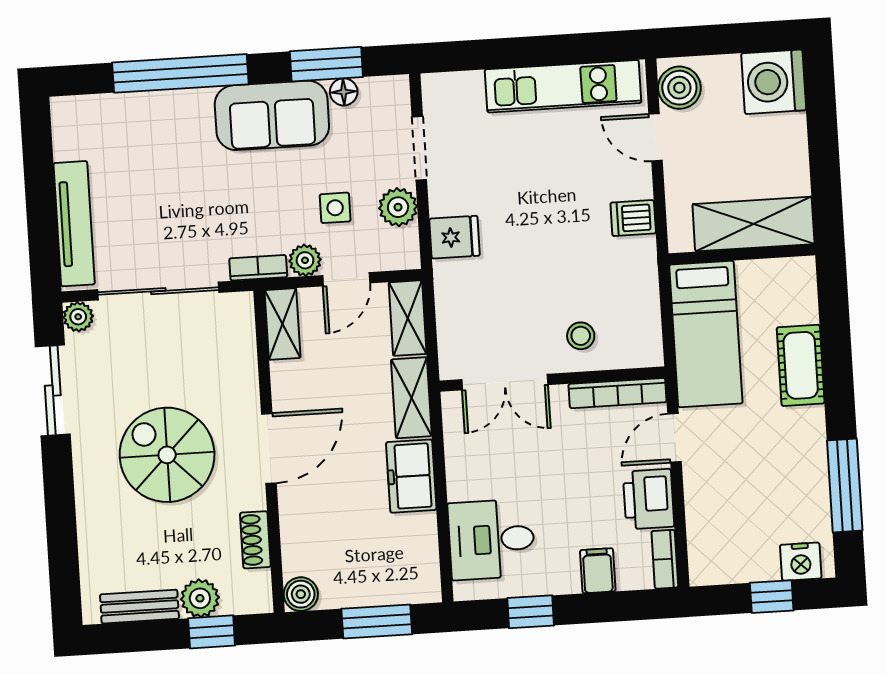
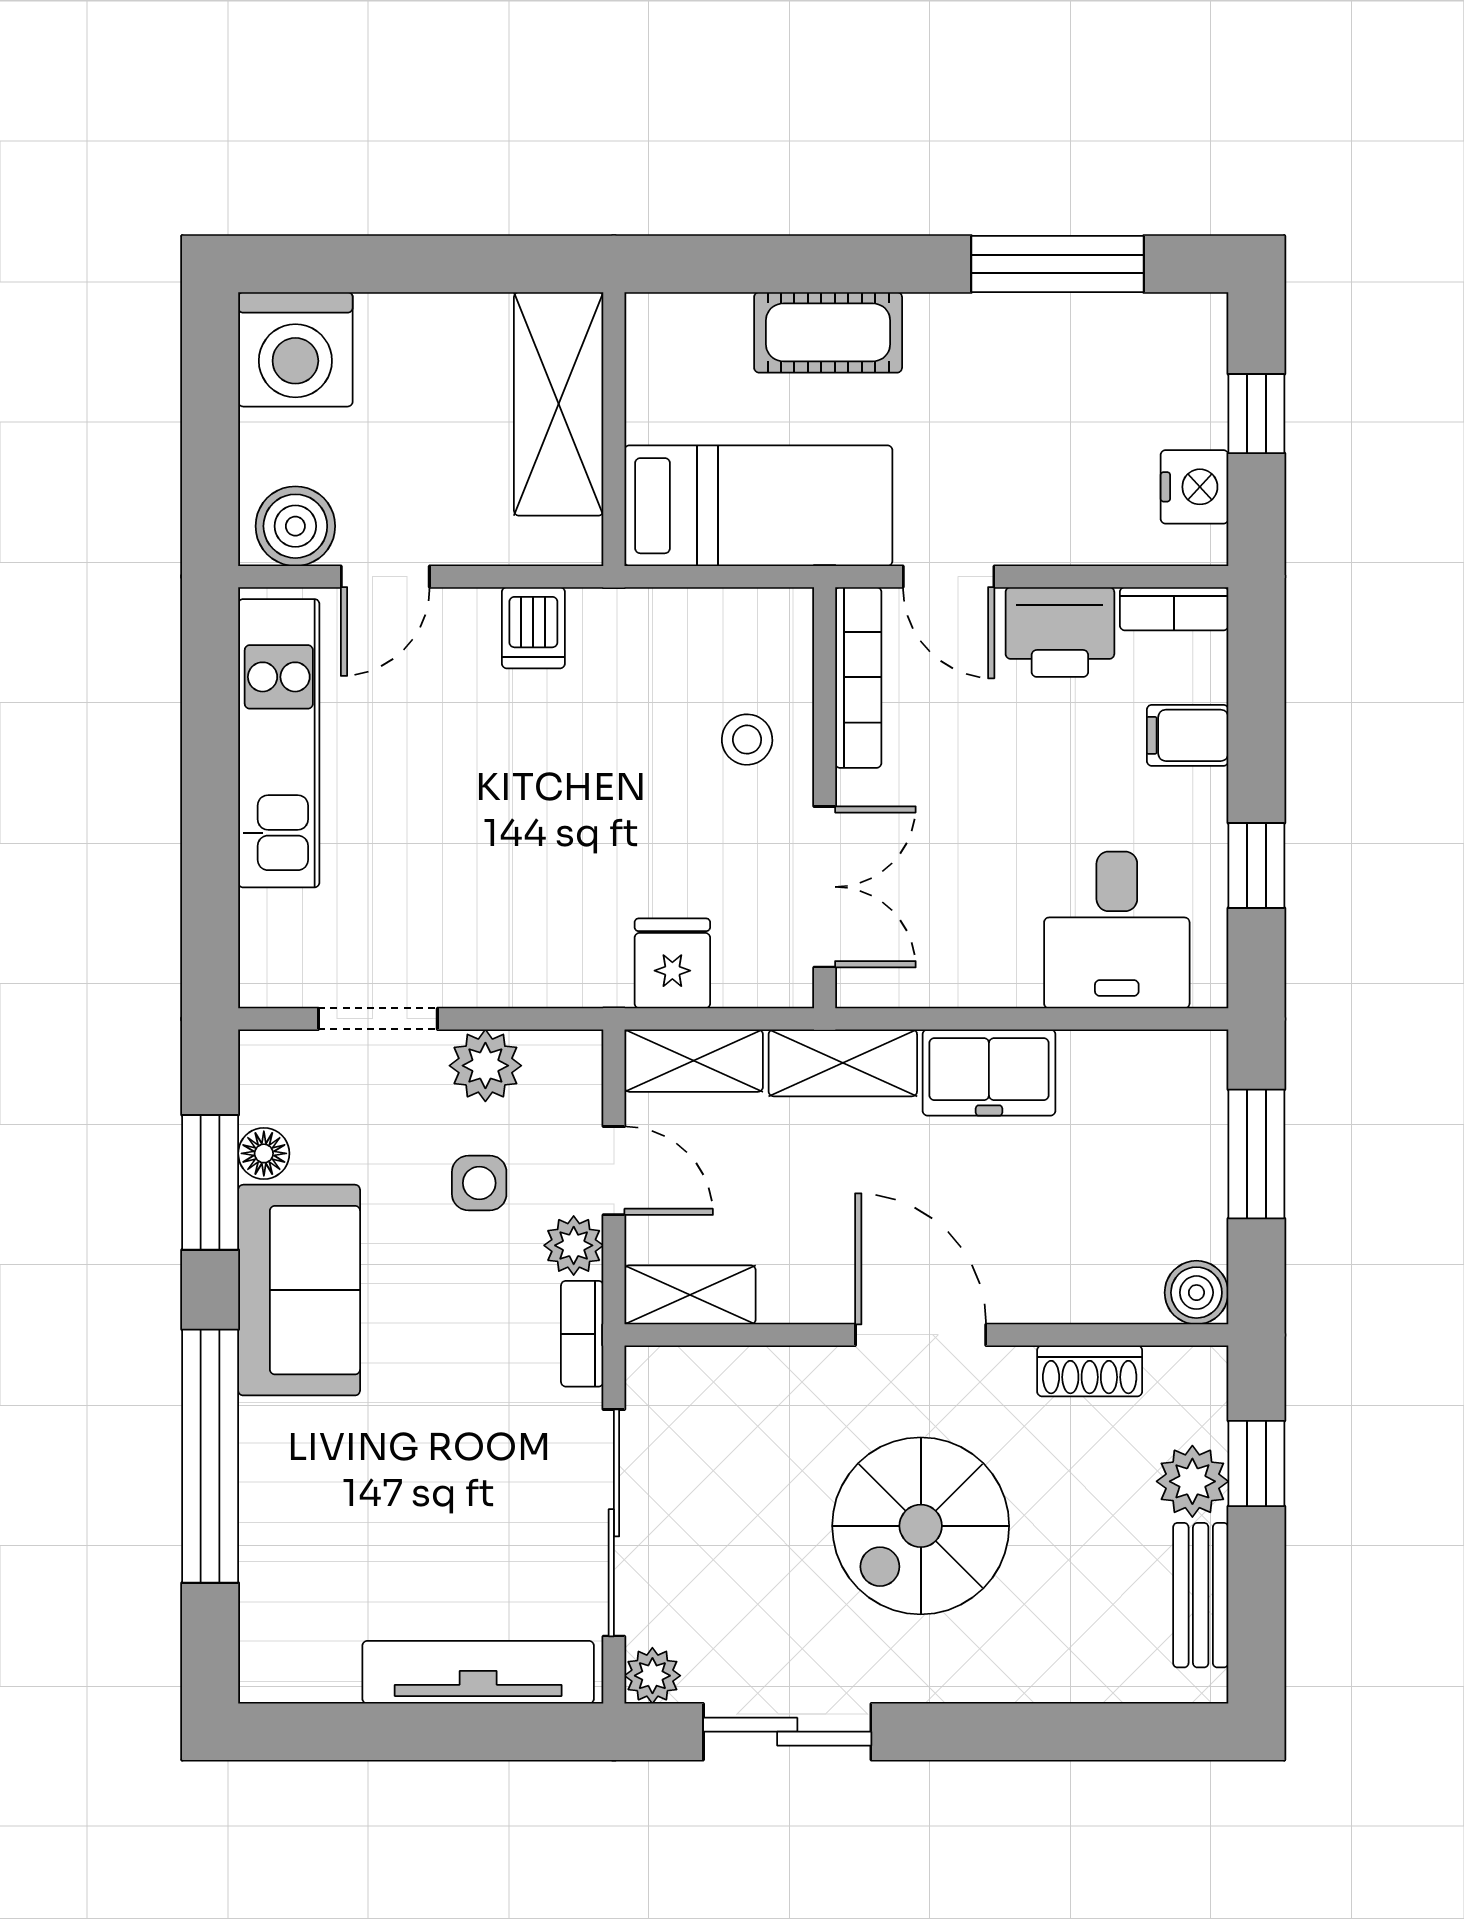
fridge: (455, 237) -> (672, 963), moved
nightstand: (801, 562) -> (1194, 487), moved

